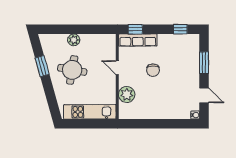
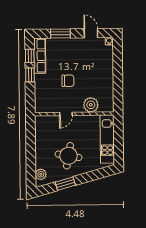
window: (135, 29) -> (30, 75), moved
plant: (74, 40) -> (41, 174), moved
row of seats: (138, 40) -> (40, 56), moved
door: (204, 95) -> (91, 33), hinge flipped

